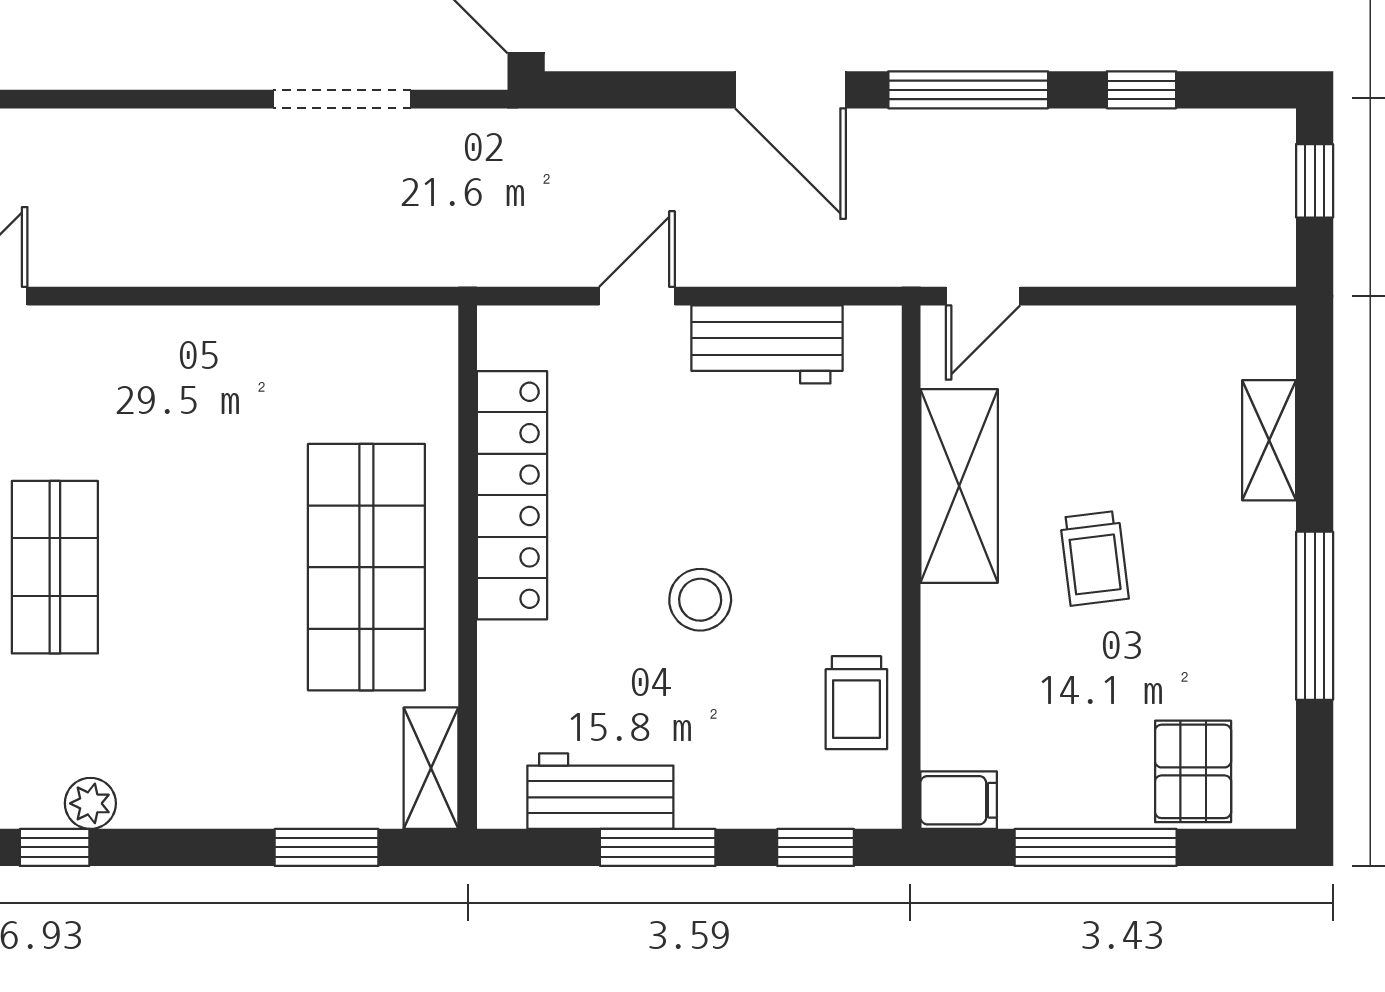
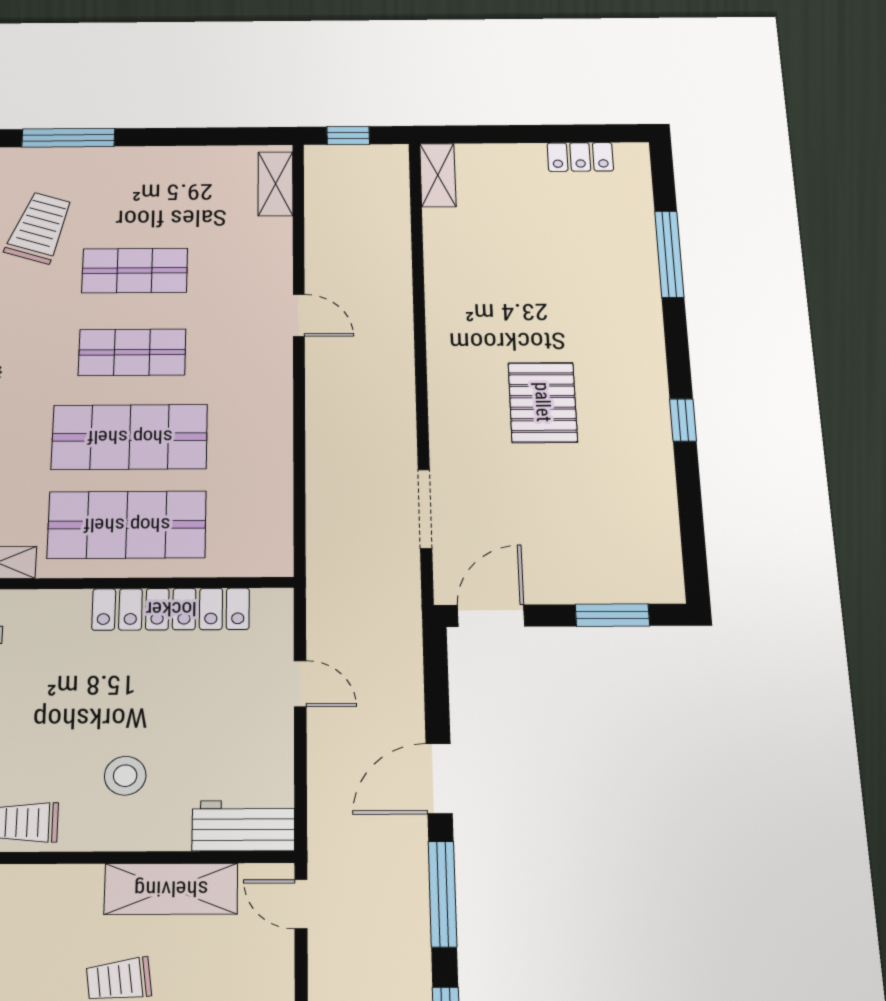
workbench: (767, 344) -> (243, 826), moved, turned 90
shop shelf: (211, 567) -> (130, 437), added
stool: (700, 600) -> (125, 776), moved

